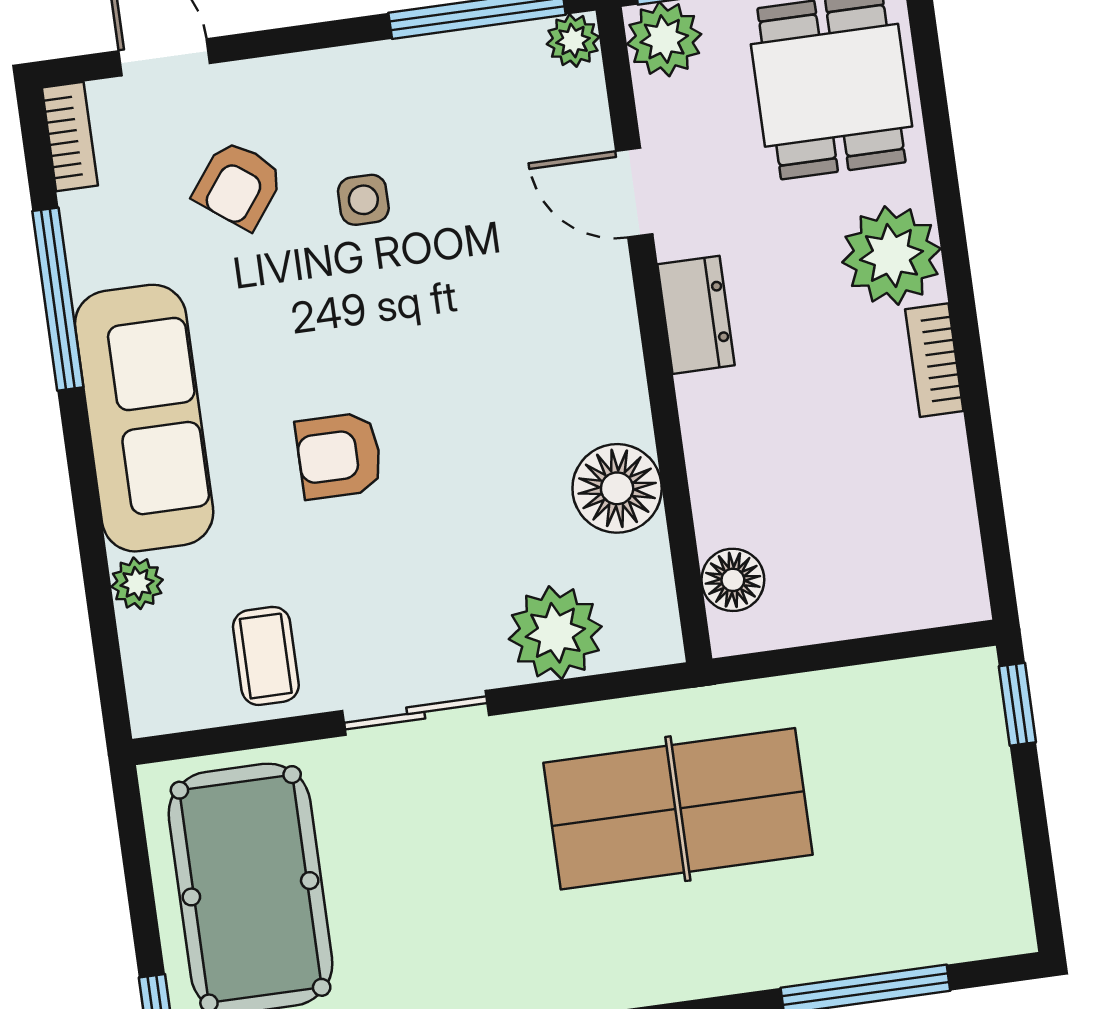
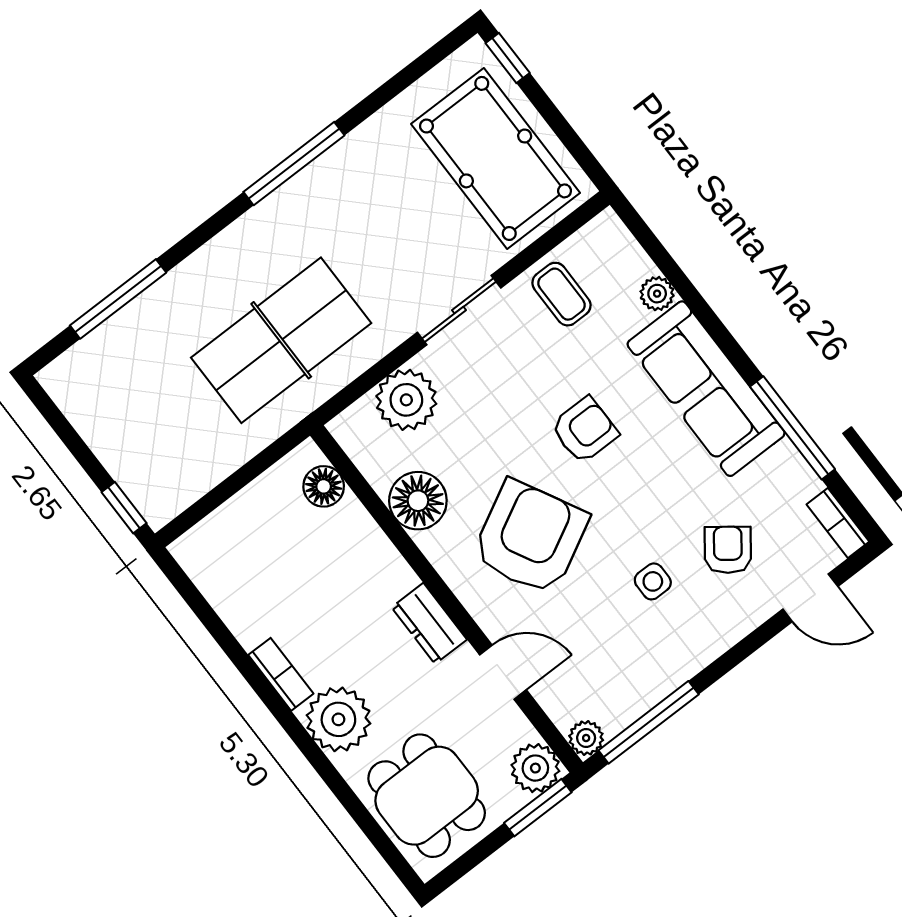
armchair: (494, 353) -> (530, 537), added

